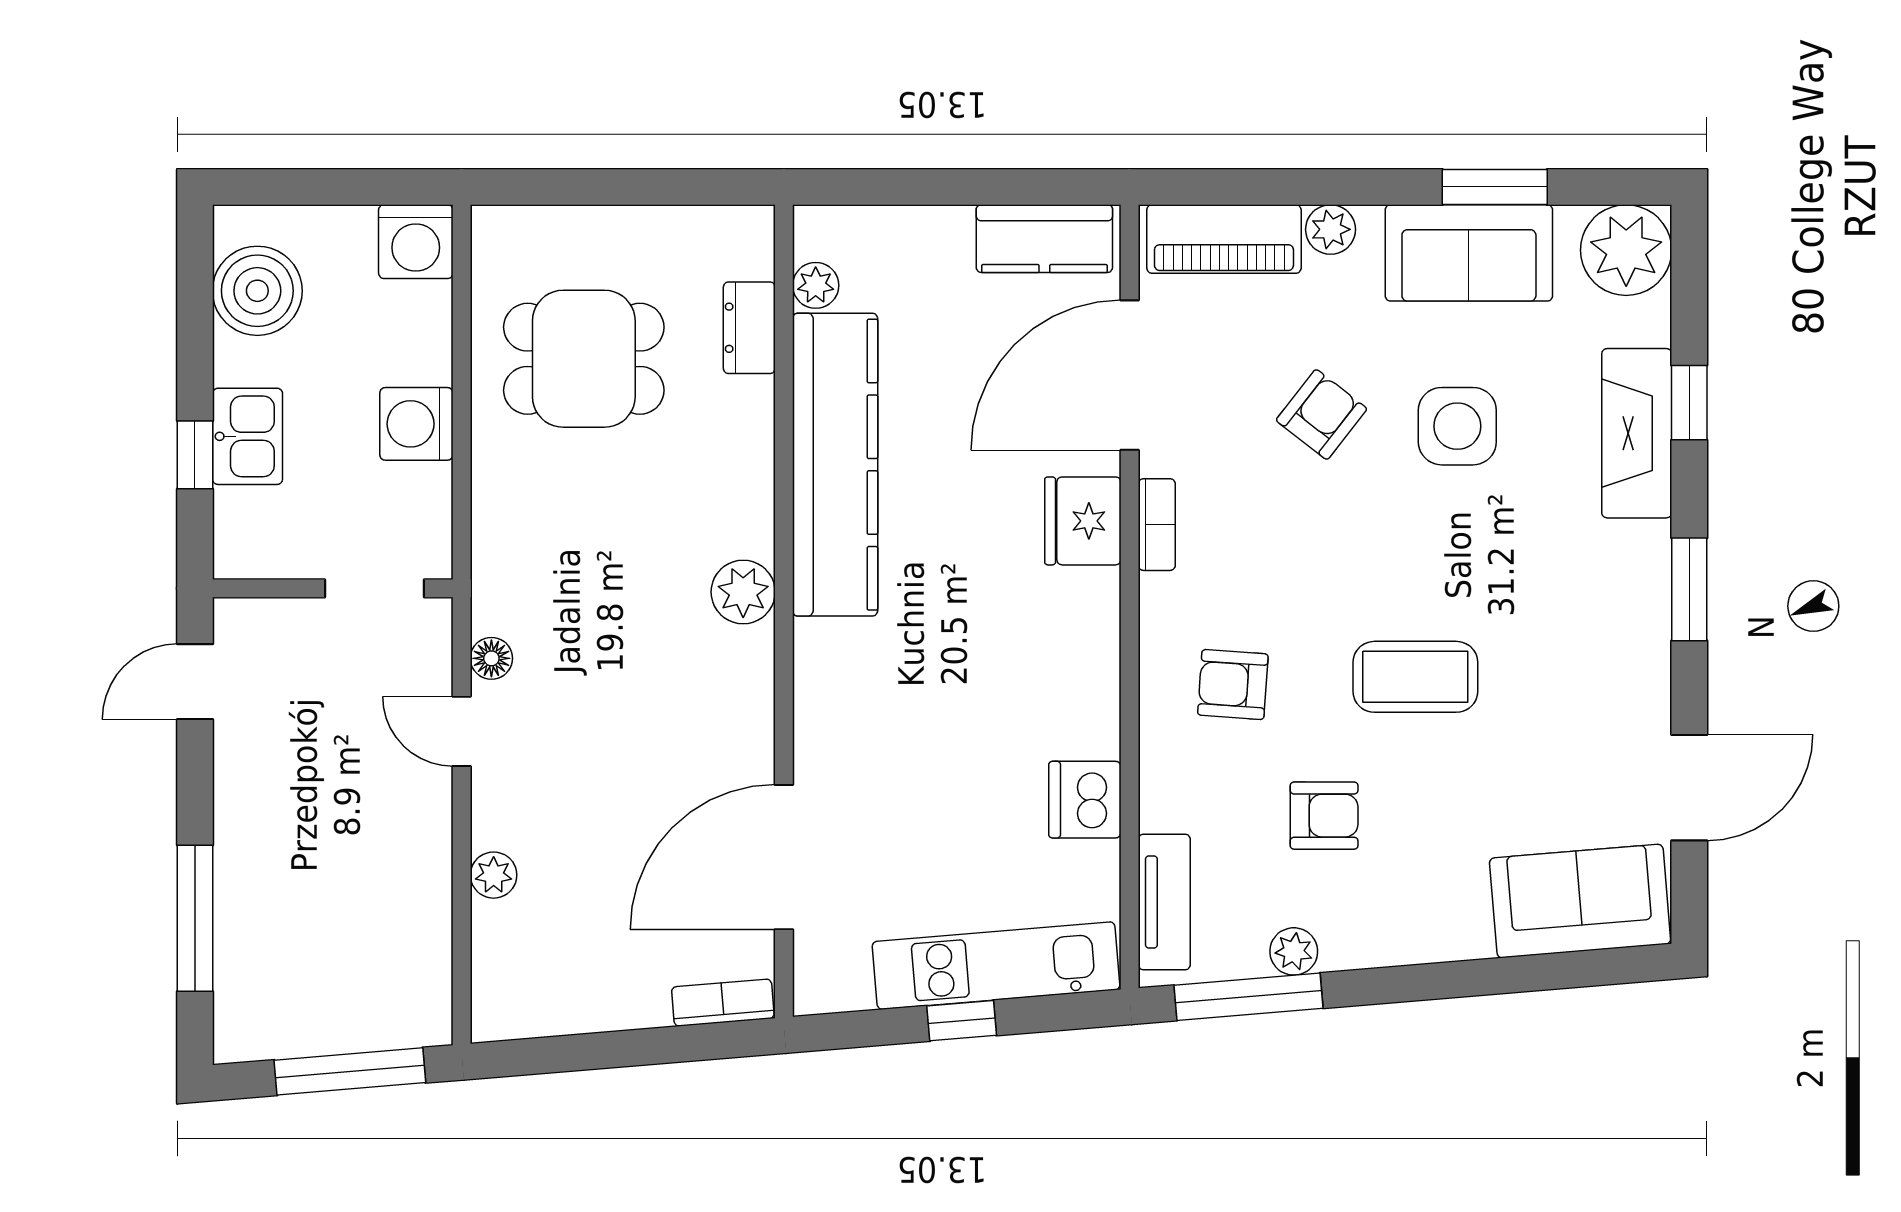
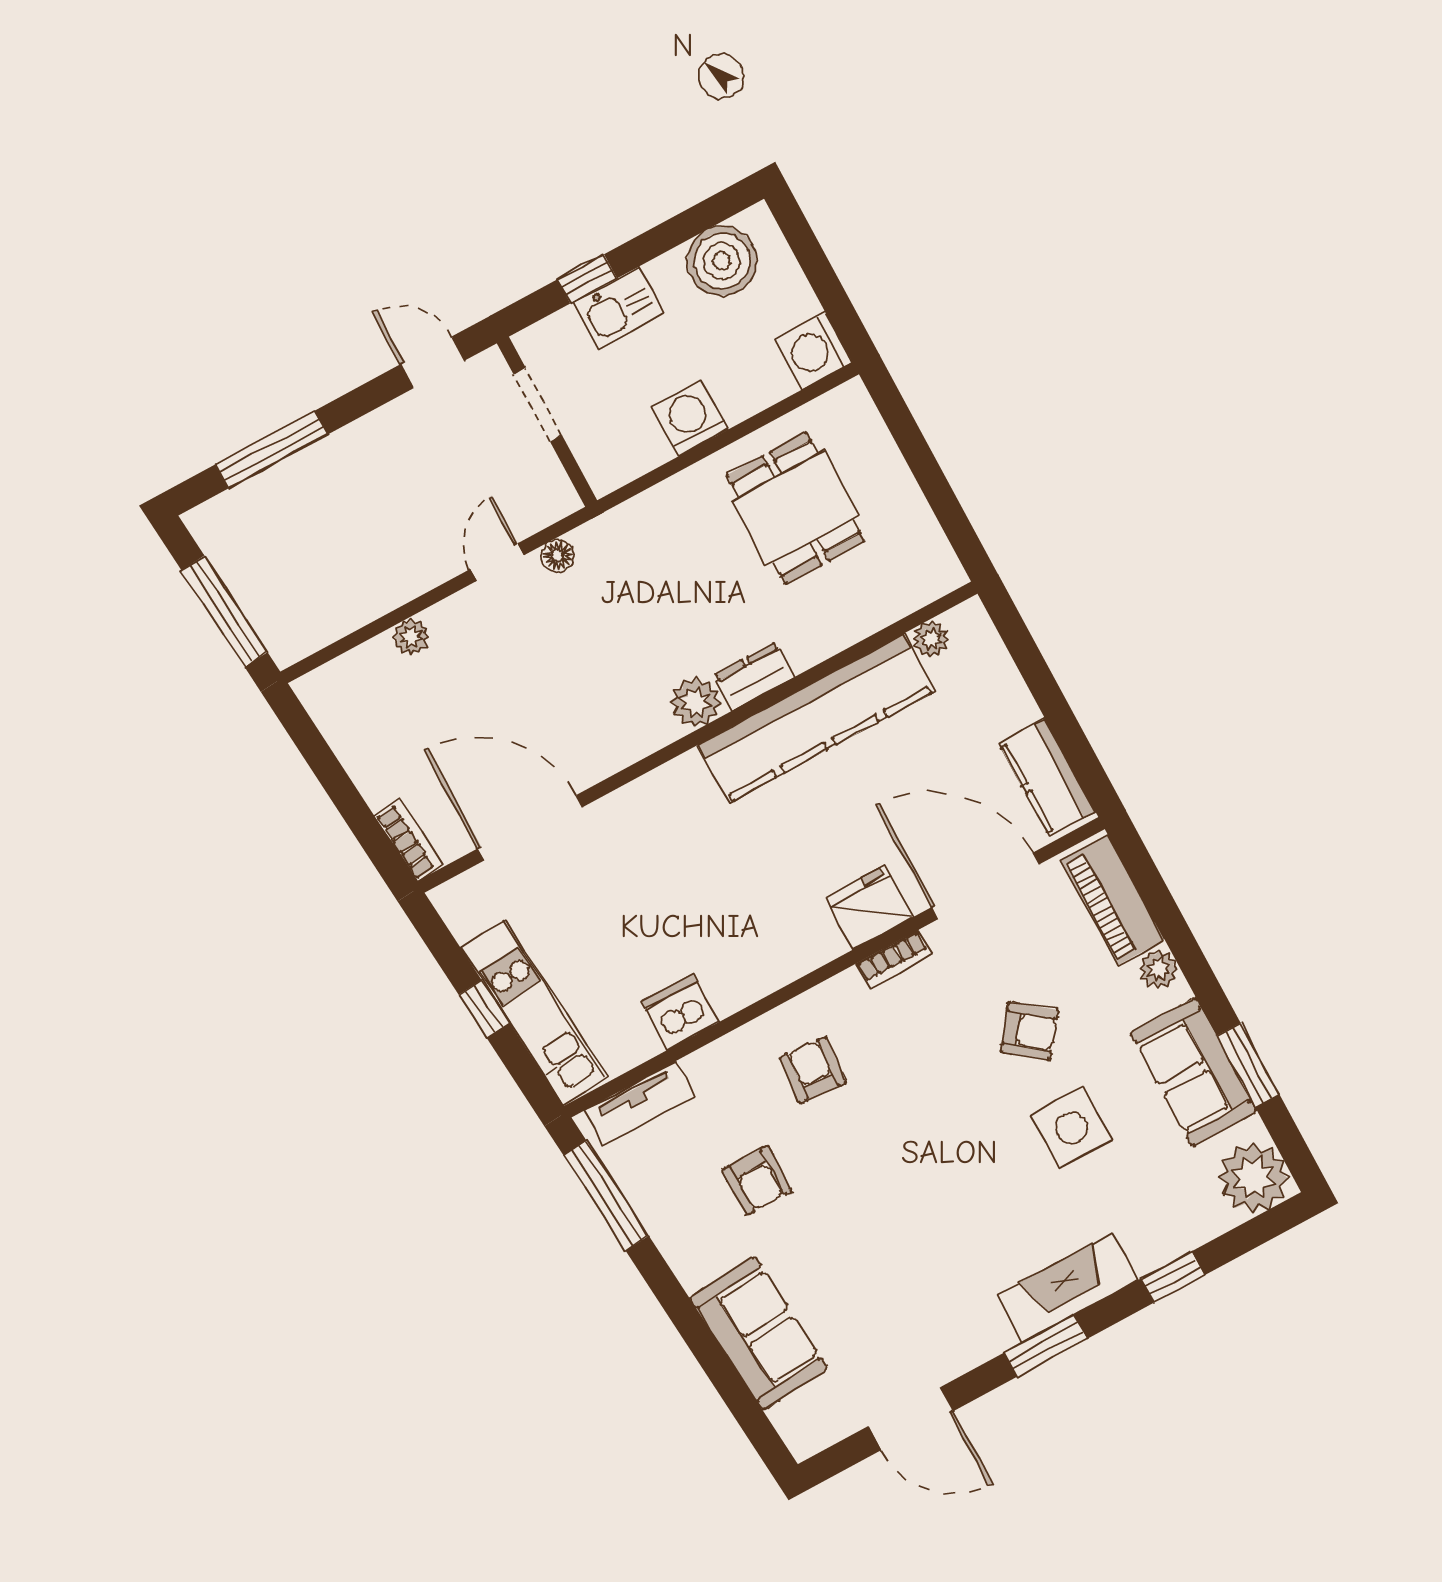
dresser: (749, 328) -> (754, 676), moved
fireplace: (1637, 433) -> (1068, 1288), moved
doorway: (375, 588) -> (538, 405), moved
coffee table: (1415, 677) -> (885, 1191), removed
sofa: (1580, 901) -> (759, 1333), moved
plant: (1294, 951) -> (654, 1210), removed

